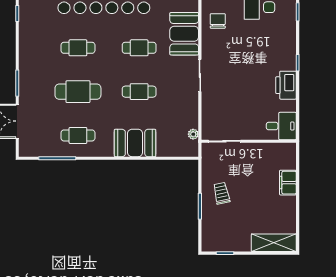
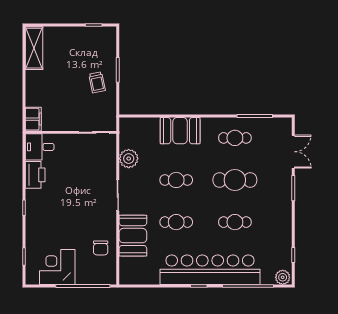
printer: (286, 85) -> (35, 175), moved
plant: (193, 134) -> (129, 159), moved, width x1.88, depth x1.88
filing cabinet: (288, 183) -> (33, 119), moved
shelving: (274, 243) -> (34, 48), moved, turned 90

